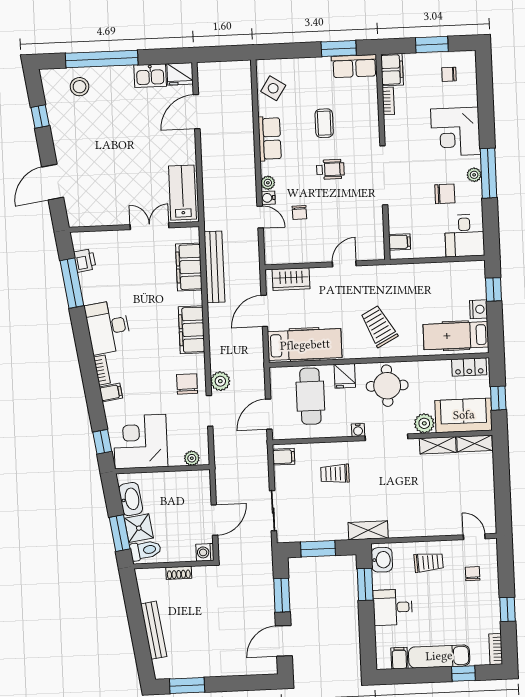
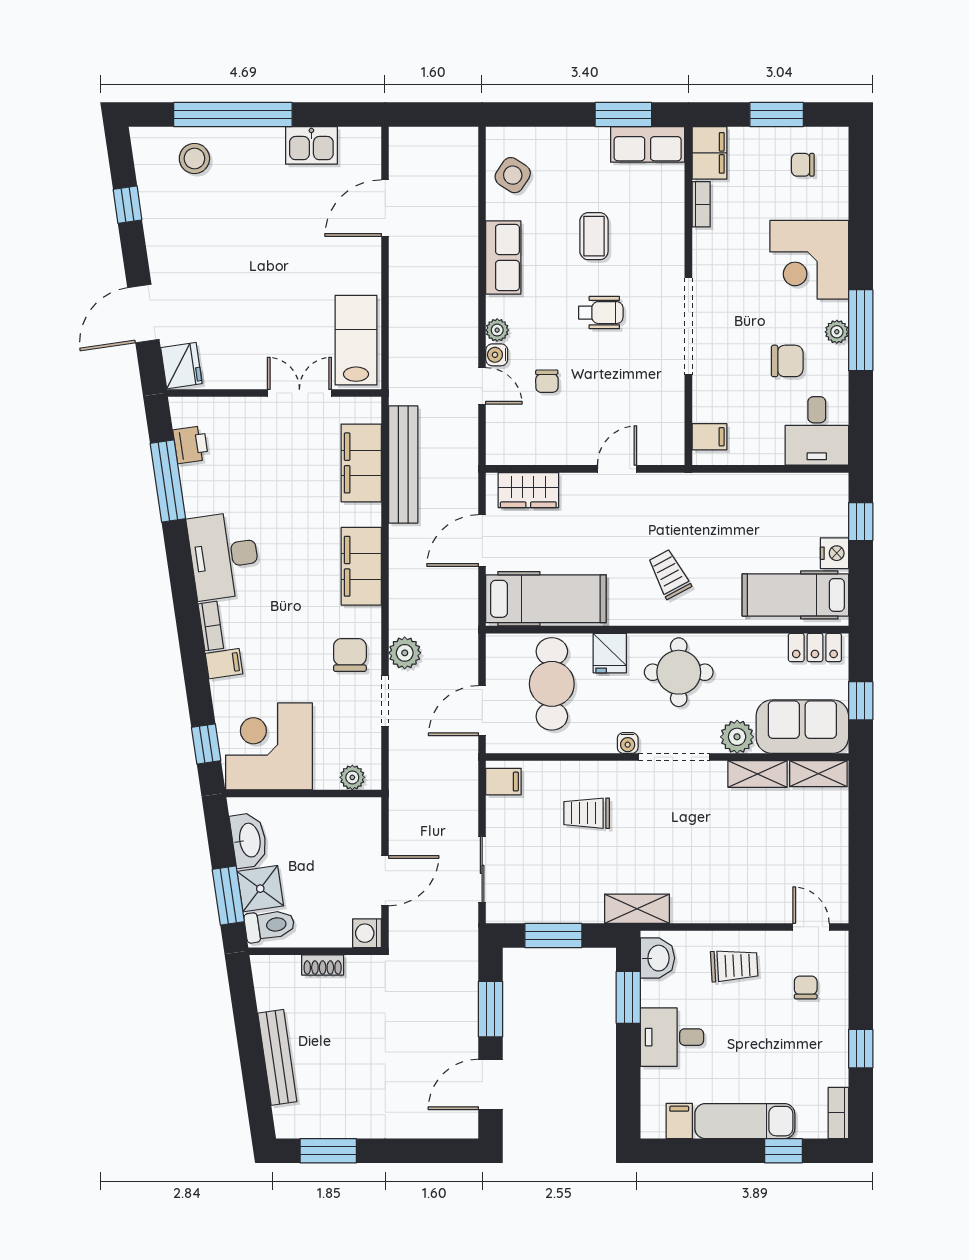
fridge: (180, 74) -> (181, 366), moved, turned -98
trolley: (379, 326) -> (669, 574), width x0.73, depth x0.72

